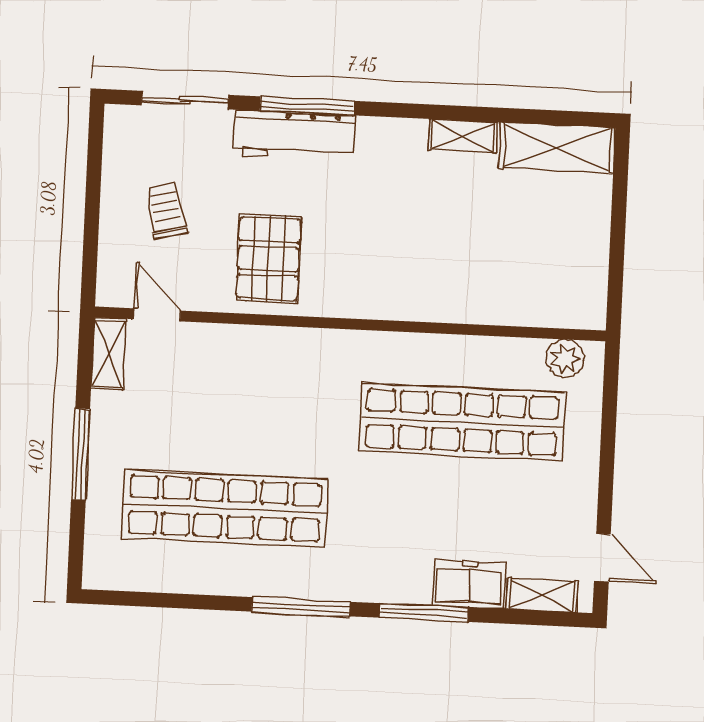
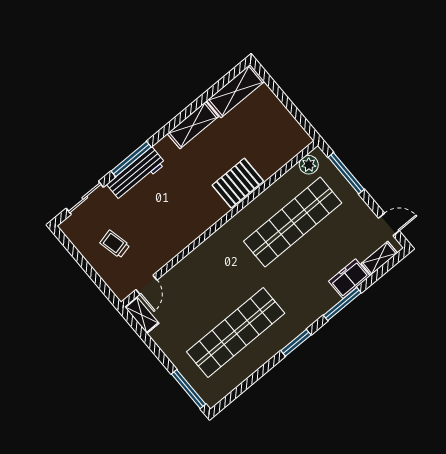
shelving: (463, 136) -> (193, 125), width x1.50, depth x1.33
pallet: (269, 259) -> (238, 183), moved, turned 90
door: (157, 315) -> (146, 285), swing flipped
window: (609, 422) -> (346, 173), added
window: (81, 454) -> (189, 389), moved
window: (301, 607) -> (296, 343), width x0.69

